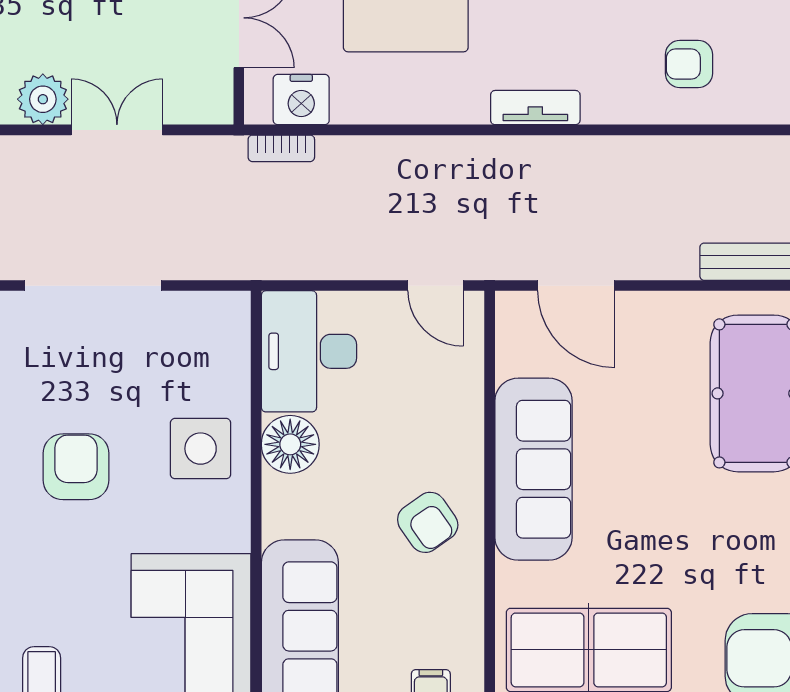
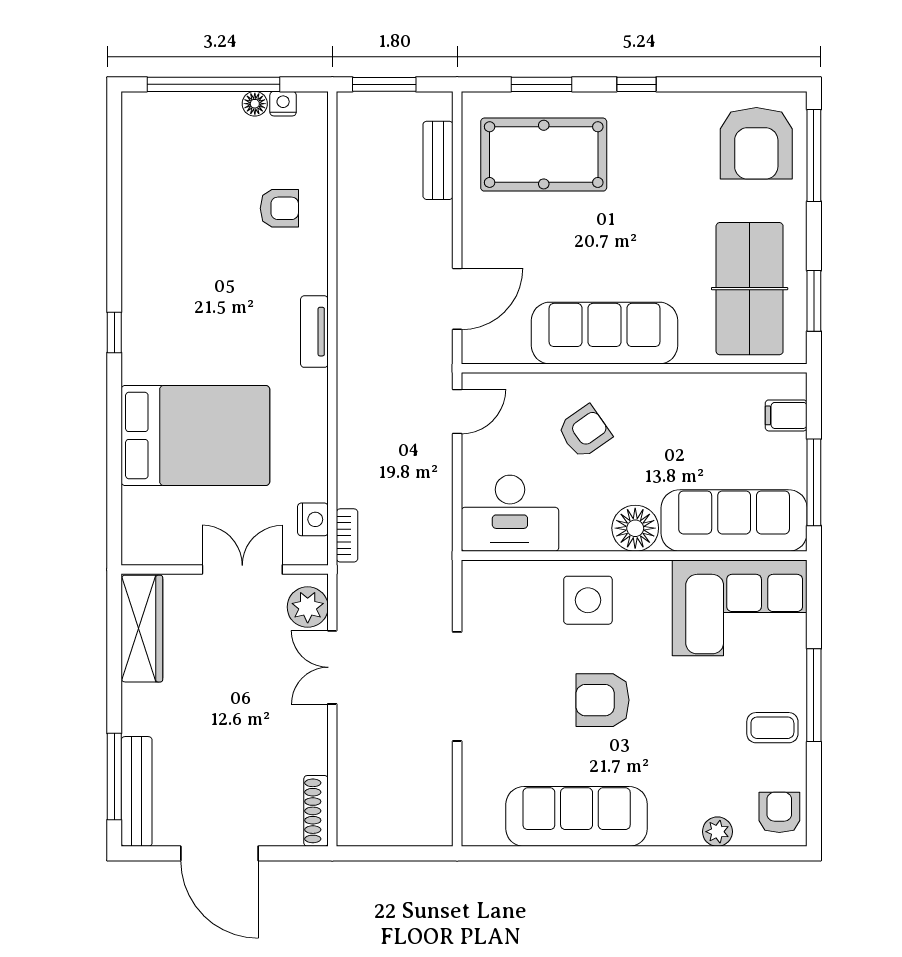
armchair: (689, 64) -> (279, 208), turned -90
plant: (43, 99) -> (308, 607), moved
nightstand: (301, 100) -> (313, 519), width x0.74, depth x0.75
floor lamp: (290, 444) -> (635, 528), moved
armchair: (428, 522) -> (584, 432), moved

